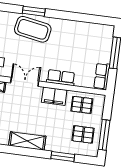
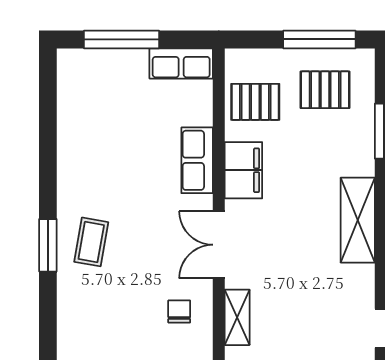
coffee table: (33, 29) -> (91, 242), width x0.54, depth x0.58
pallet: (82, 105) -> (255, 102), turned 90
pallet: (83, 134) -> (325, 90), turned 90

